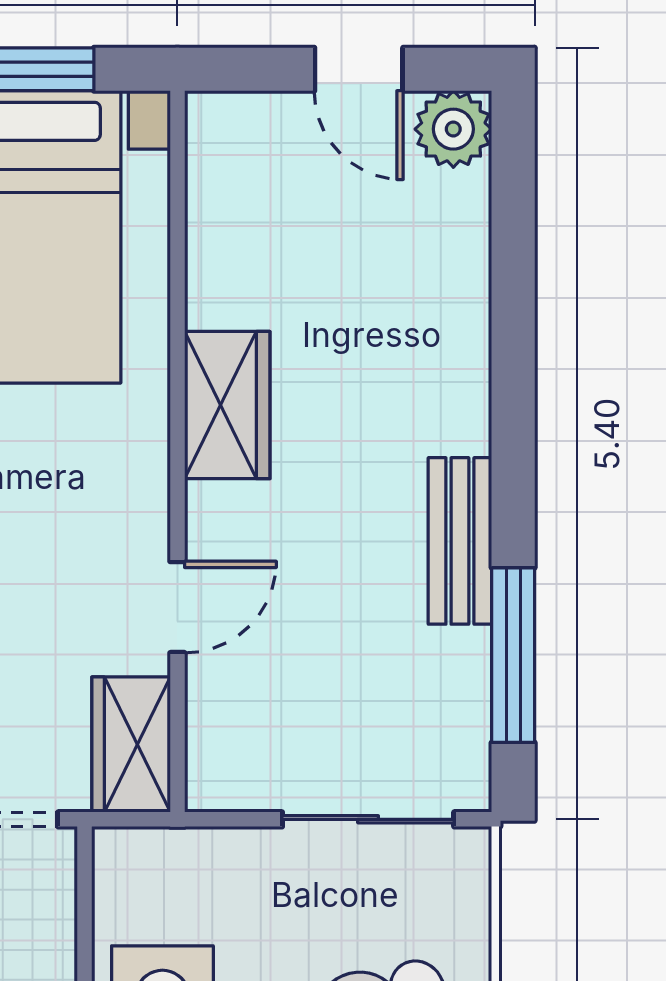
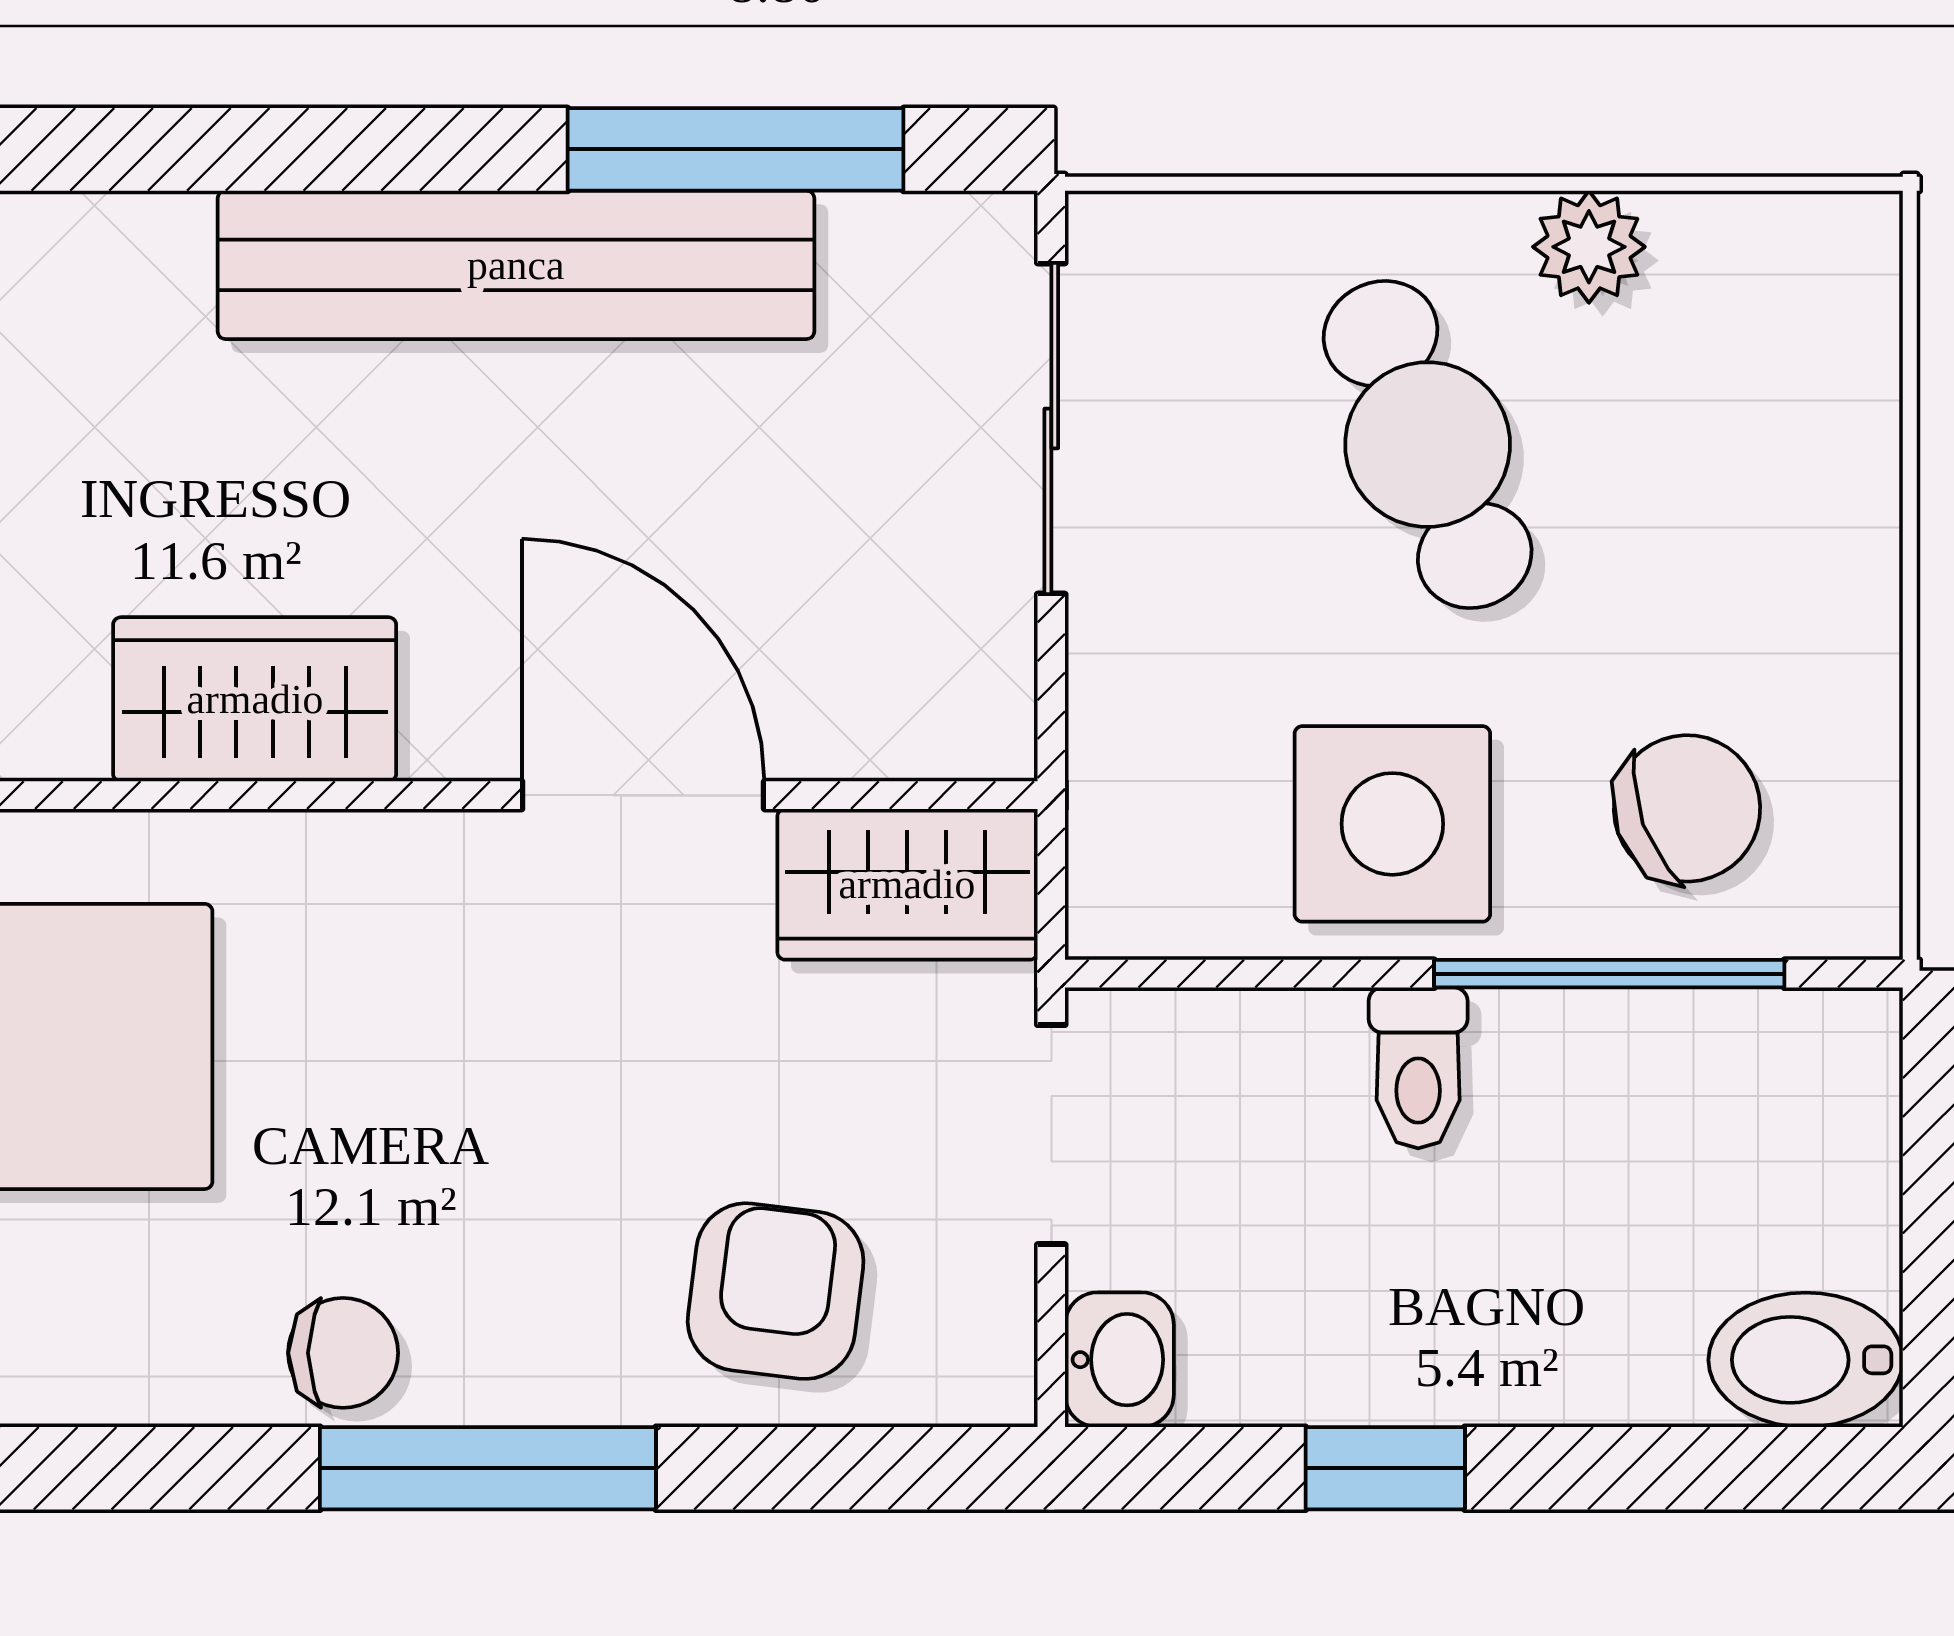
bench: (460, 541) -> (516, 265), width x1.86, depth x1.21
door: (177, 607) -> (643, 795), width x1.38

